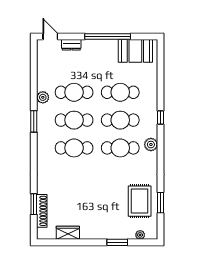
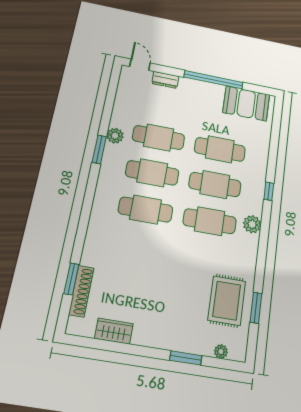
window: (34, 121) -> (99, 149), moved

